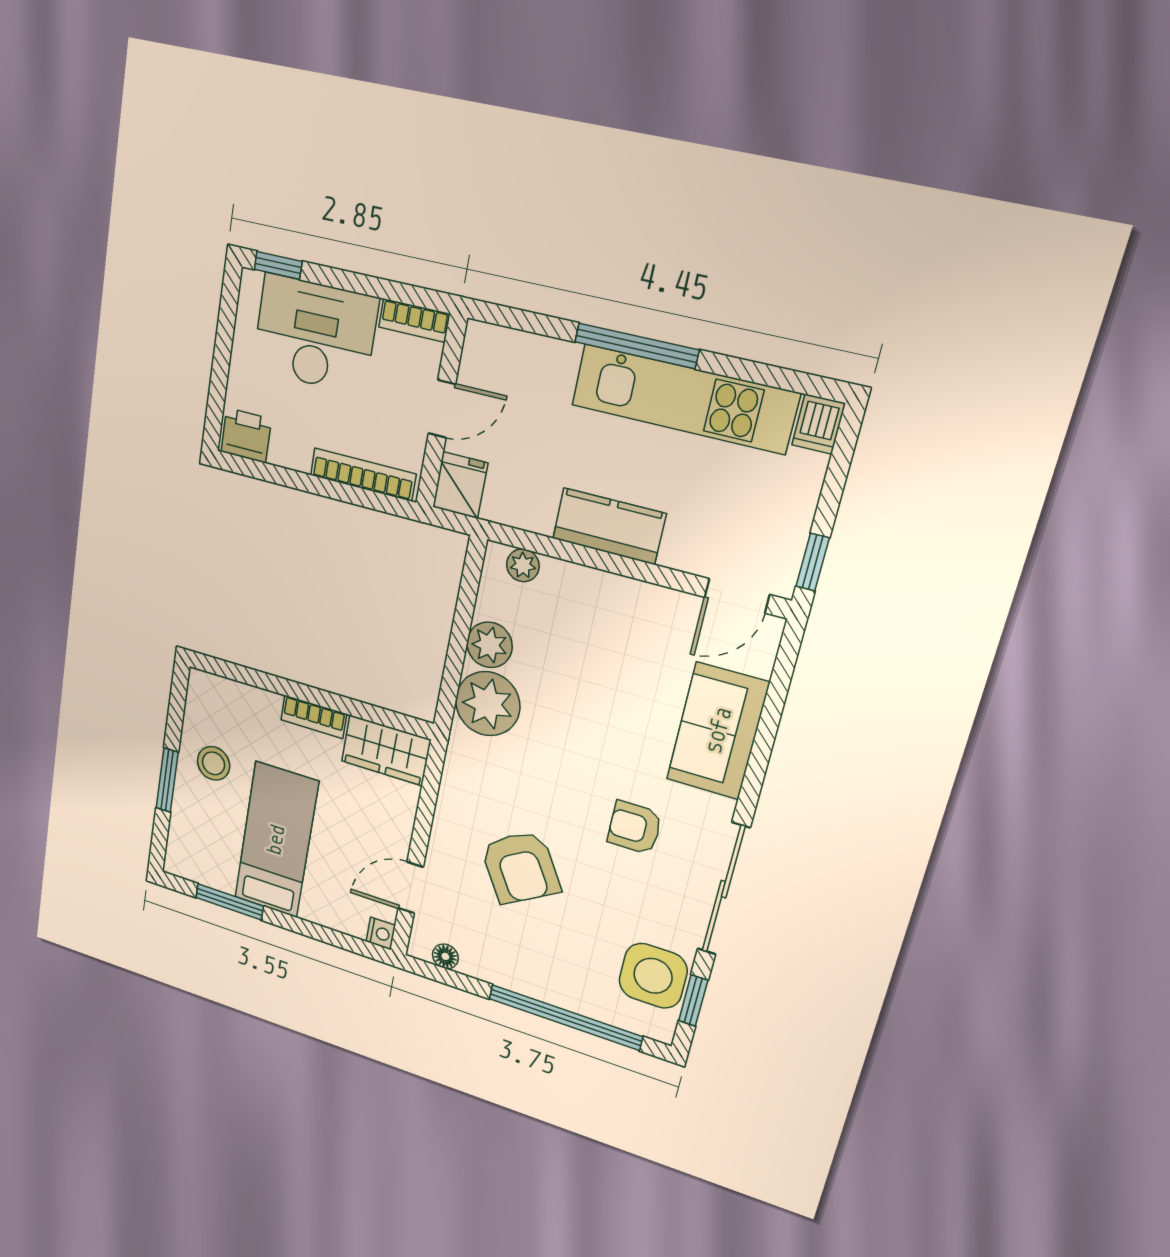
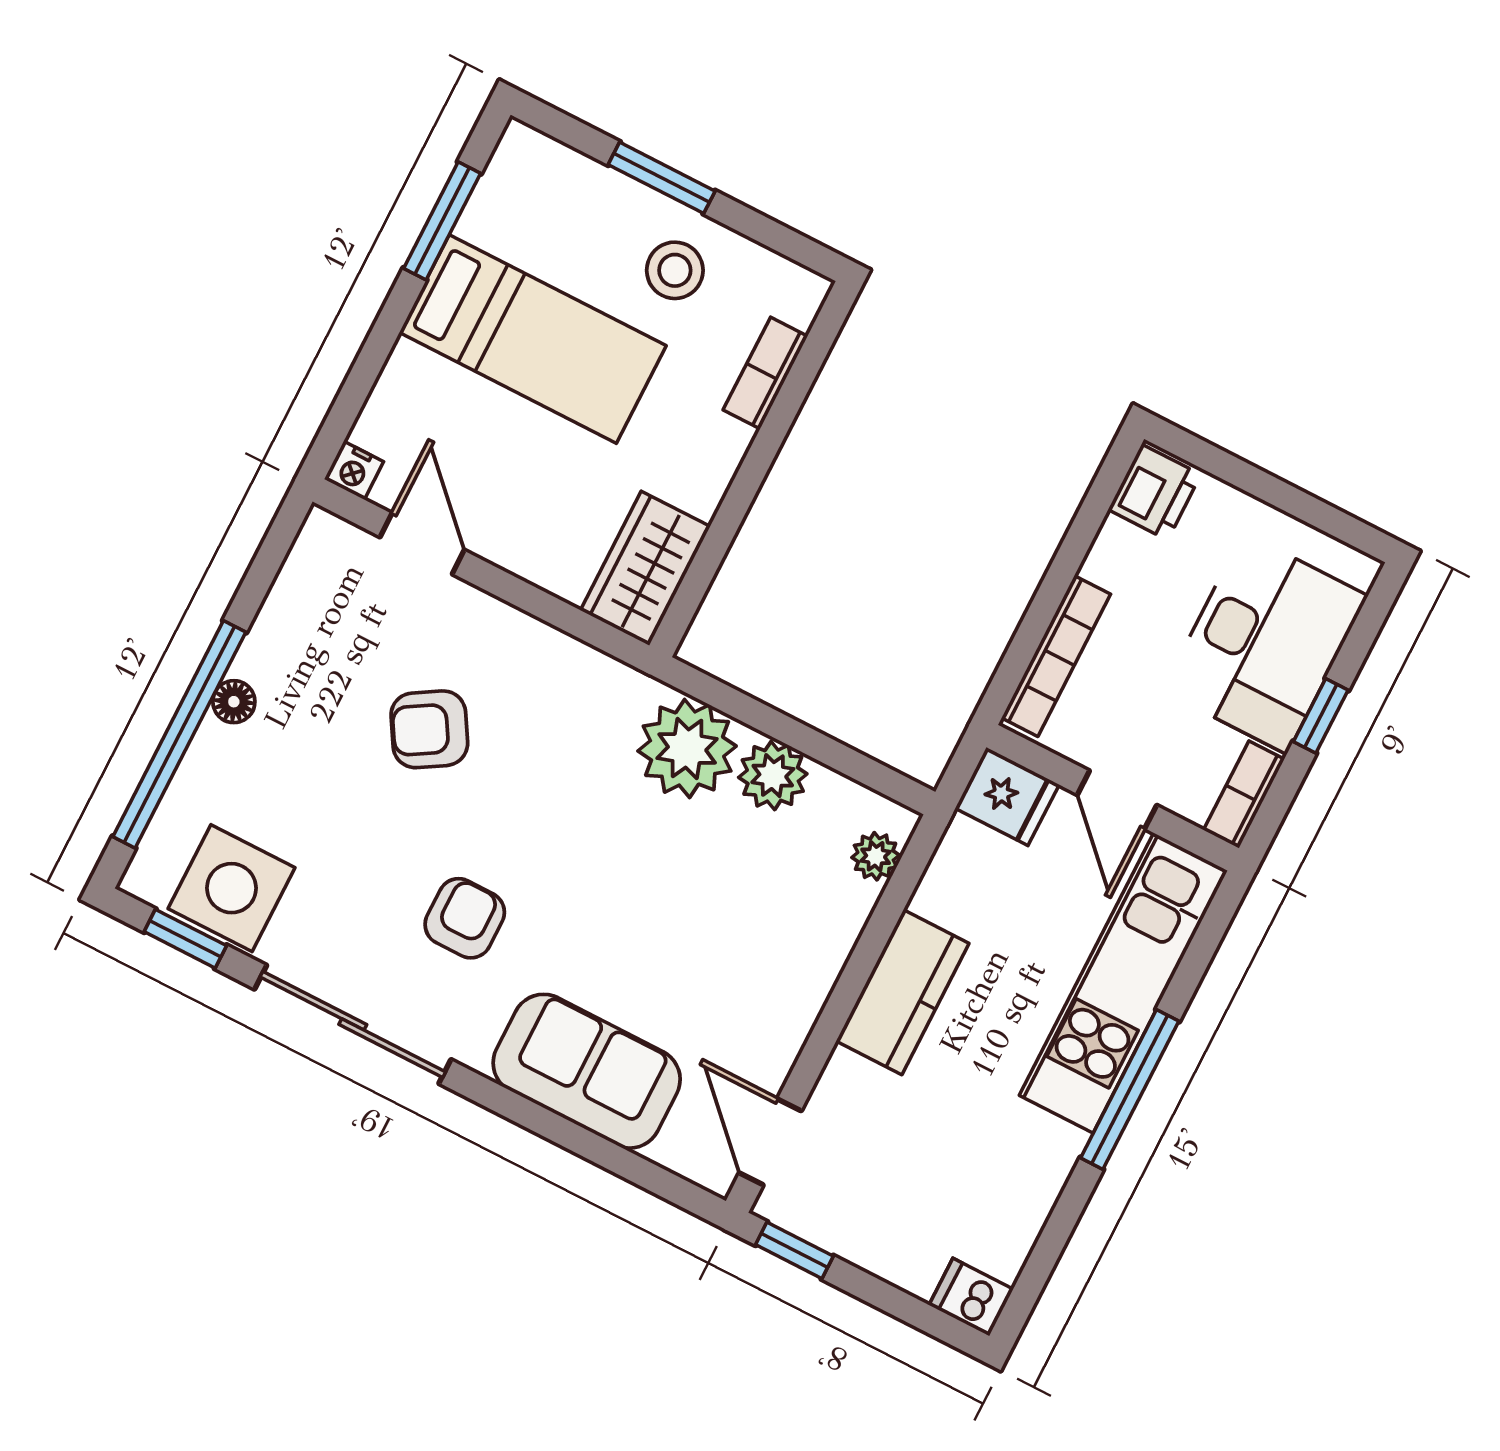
window: (278, 265) -> (1321, 716), moved
kitchen unit: (684, 399) -> (1123, 983), moved
bookcase: (314, 717) -> (765, 373), moved
armchair: (520, 867) -> (429, 729), width x0.72, depth x0.72
floor lamp: (445, 956) -> (234, 702), moved

